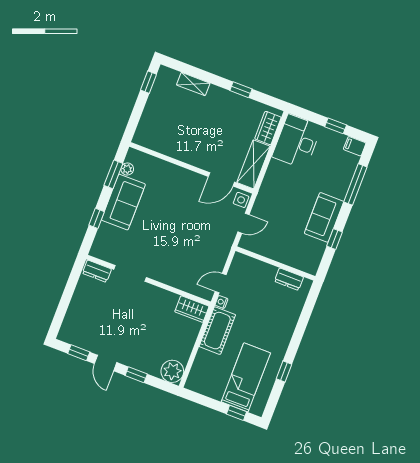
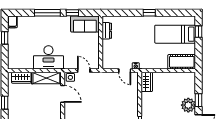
desk: (297, 142) -> (48, 57), moved
window: (355, 184) -> (47, 13), moved
sofa: (324, 217) -> (85, 24), moved
cot: (217, 331) -> (182, 62), moved
plant: (172, 371) -> (188, 105), moved
window: (284, 372) -> (149, 13), moved

